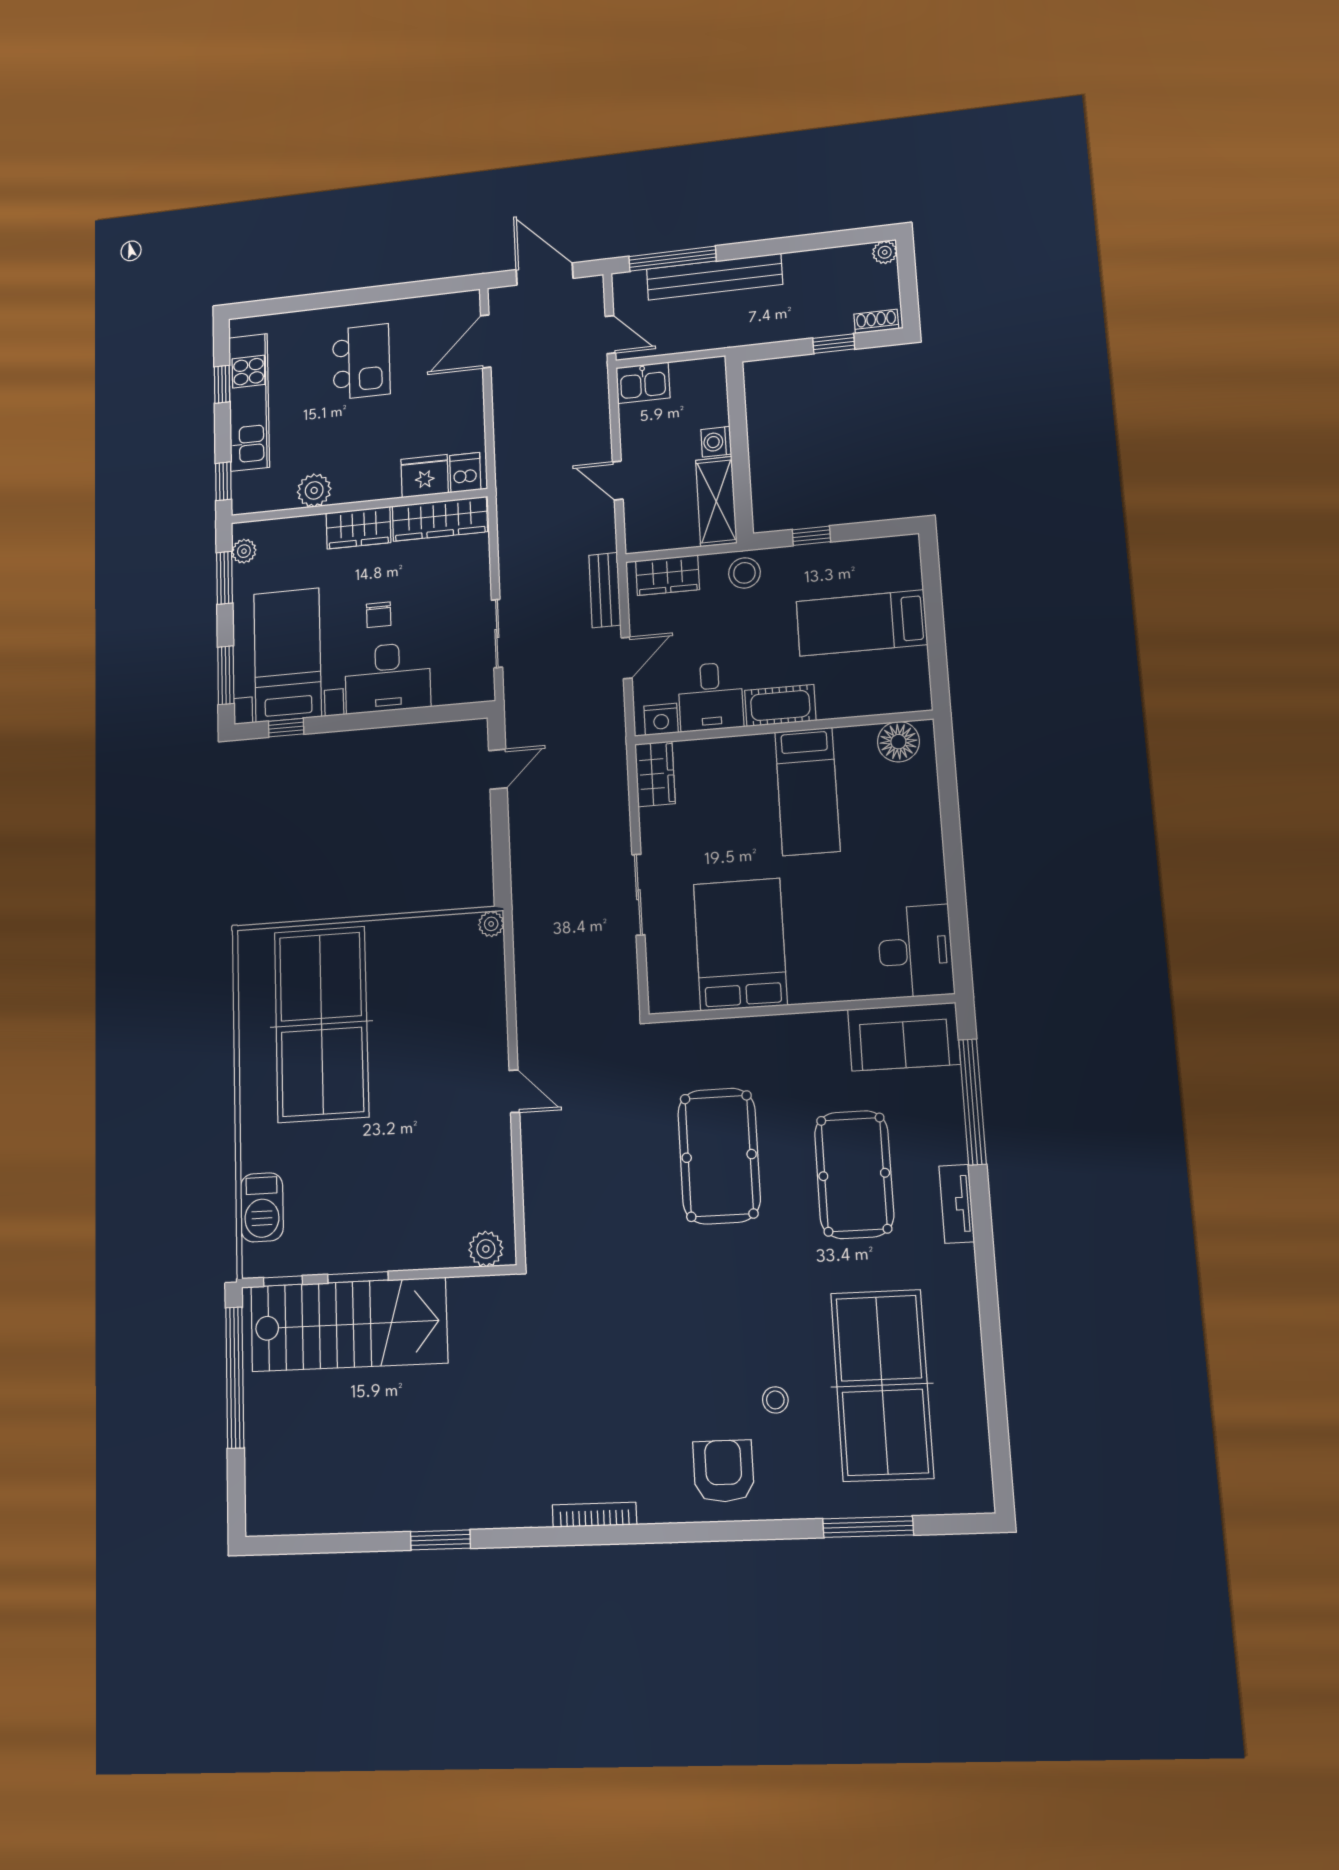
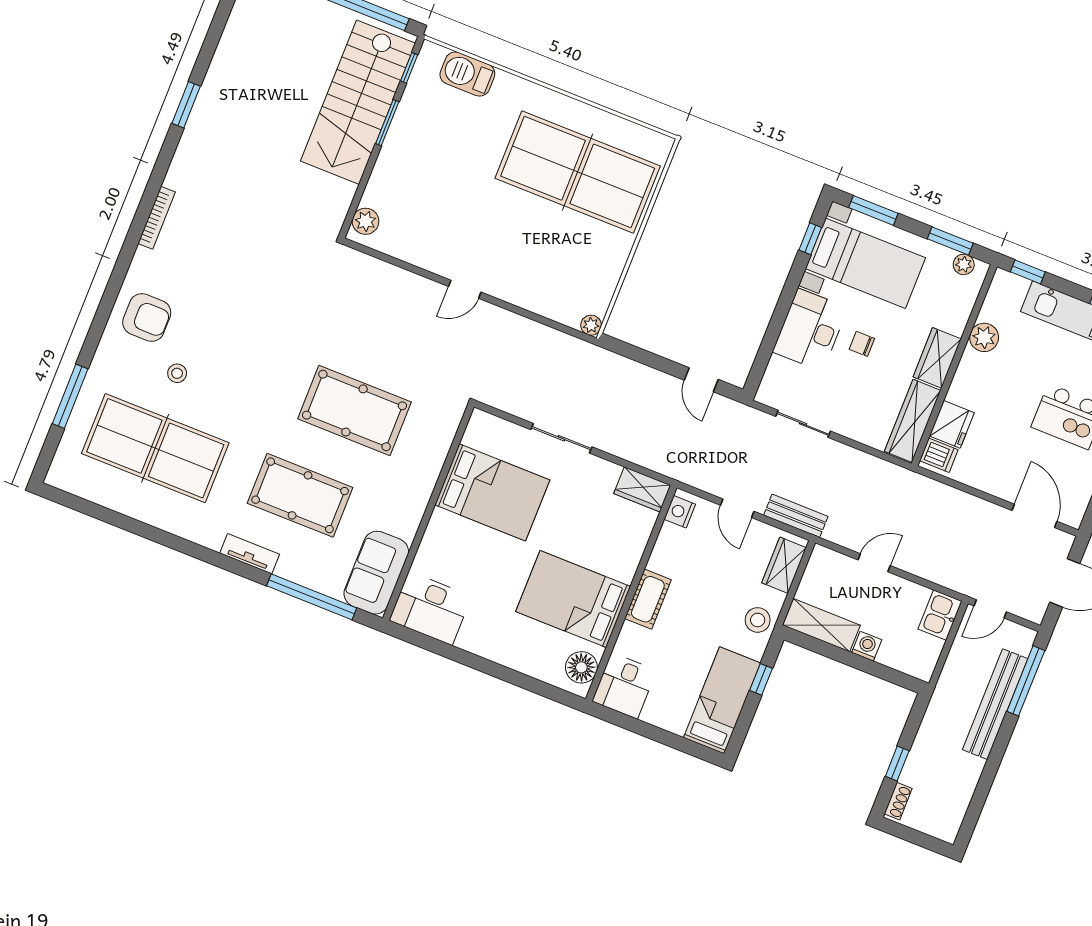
plant: (885, 252) -> (948, 833), removed
bed: (862, 623) -> (722, 700), moved
desk: (711, 697) -> (624, 686), moved, turned -90
bed: (807, 791) -> (573, 599), width x1.50

